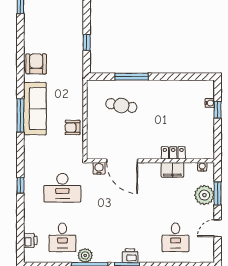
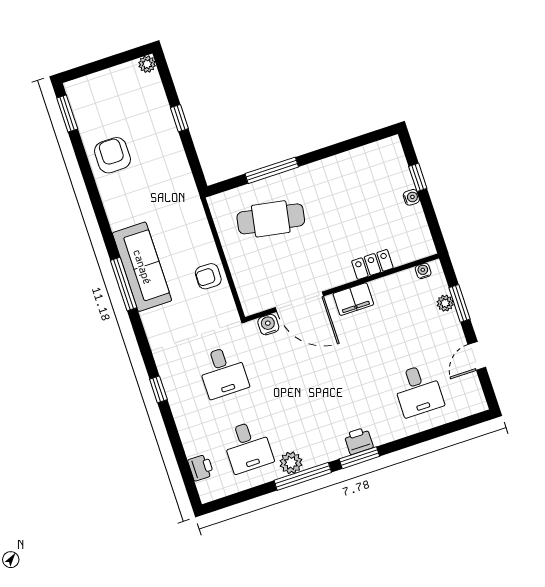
window: (87, 42) -> (179, 118), moved
armchair: (36, 64) -> (112, 155), moved
water cooler: (210, 103) -> (411, 197), moved
cafe table: (121, 106) -> (271, 219), width x1.37, depth x1.35
filing cabinet: (172, 170) -> (353, 299), moved
desk: (62, 188) -> (223, 372), width x0.73
plant: (204, 195) -> (445, 303), width x0.53, depth x0.53

